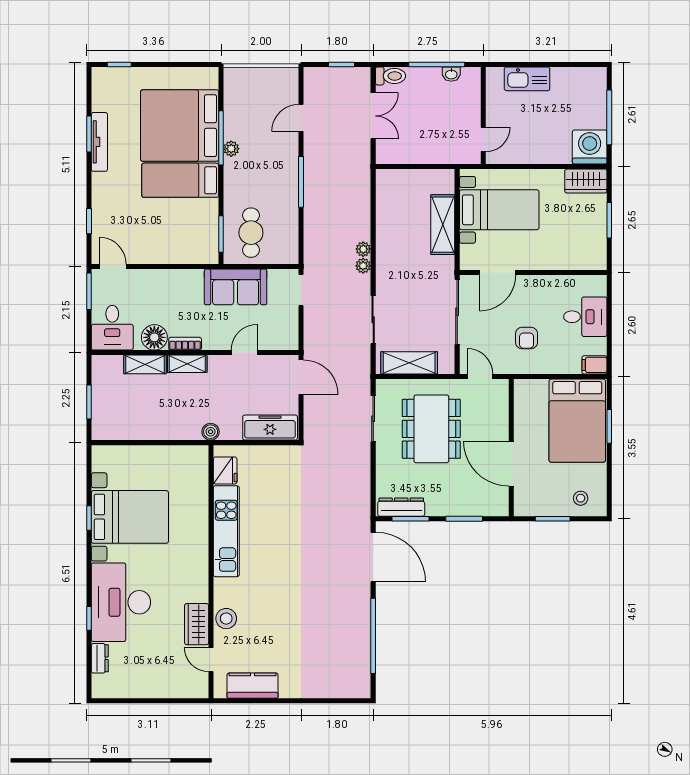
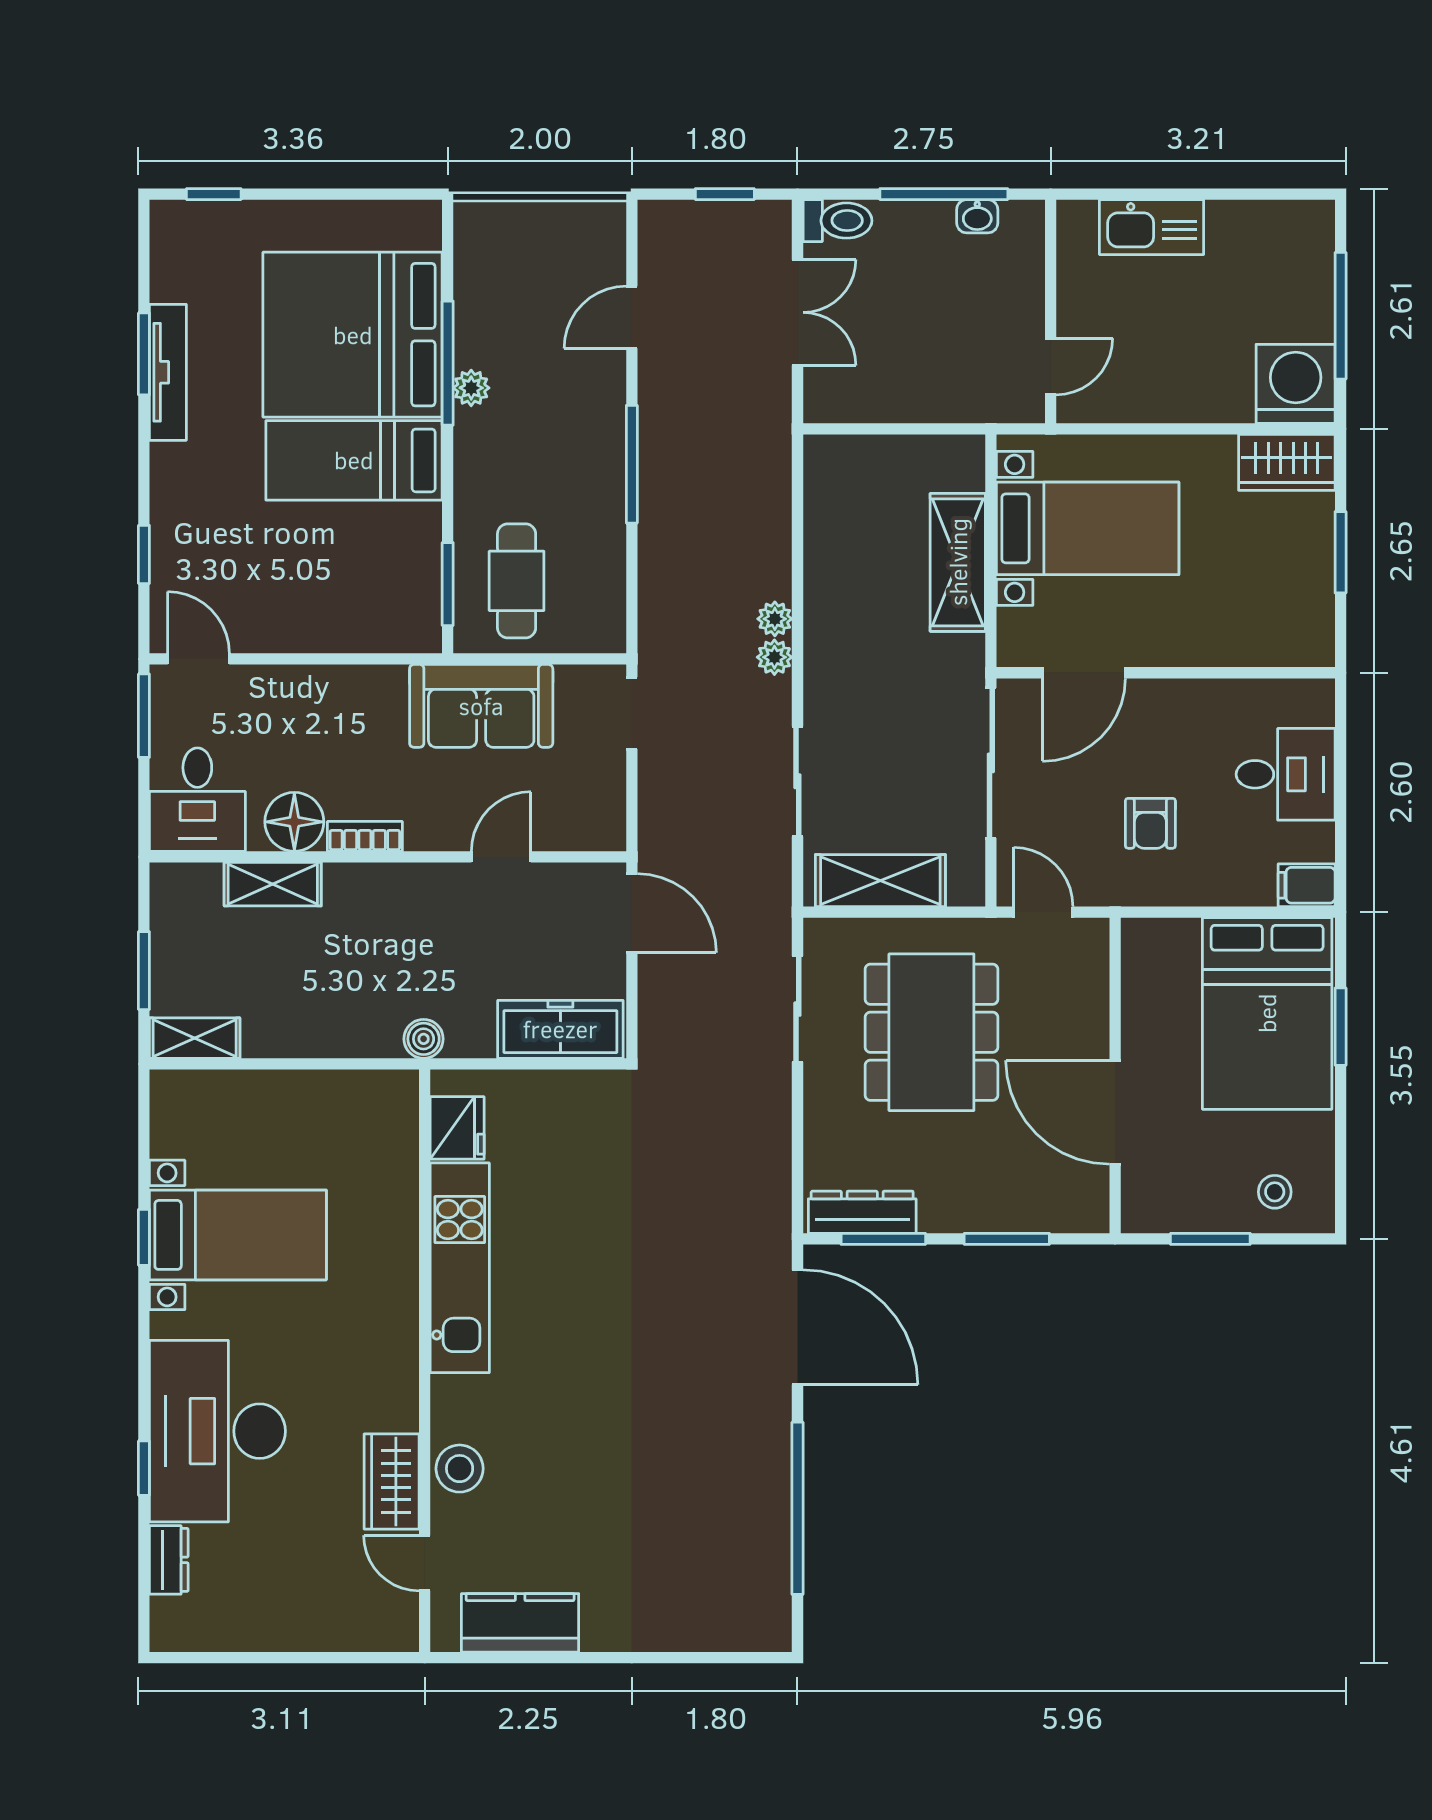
shelving: (187, 364) -> (195, 1038), moved
bed with nightstands: (130, 517) -> (238, 1235), width x0.73

